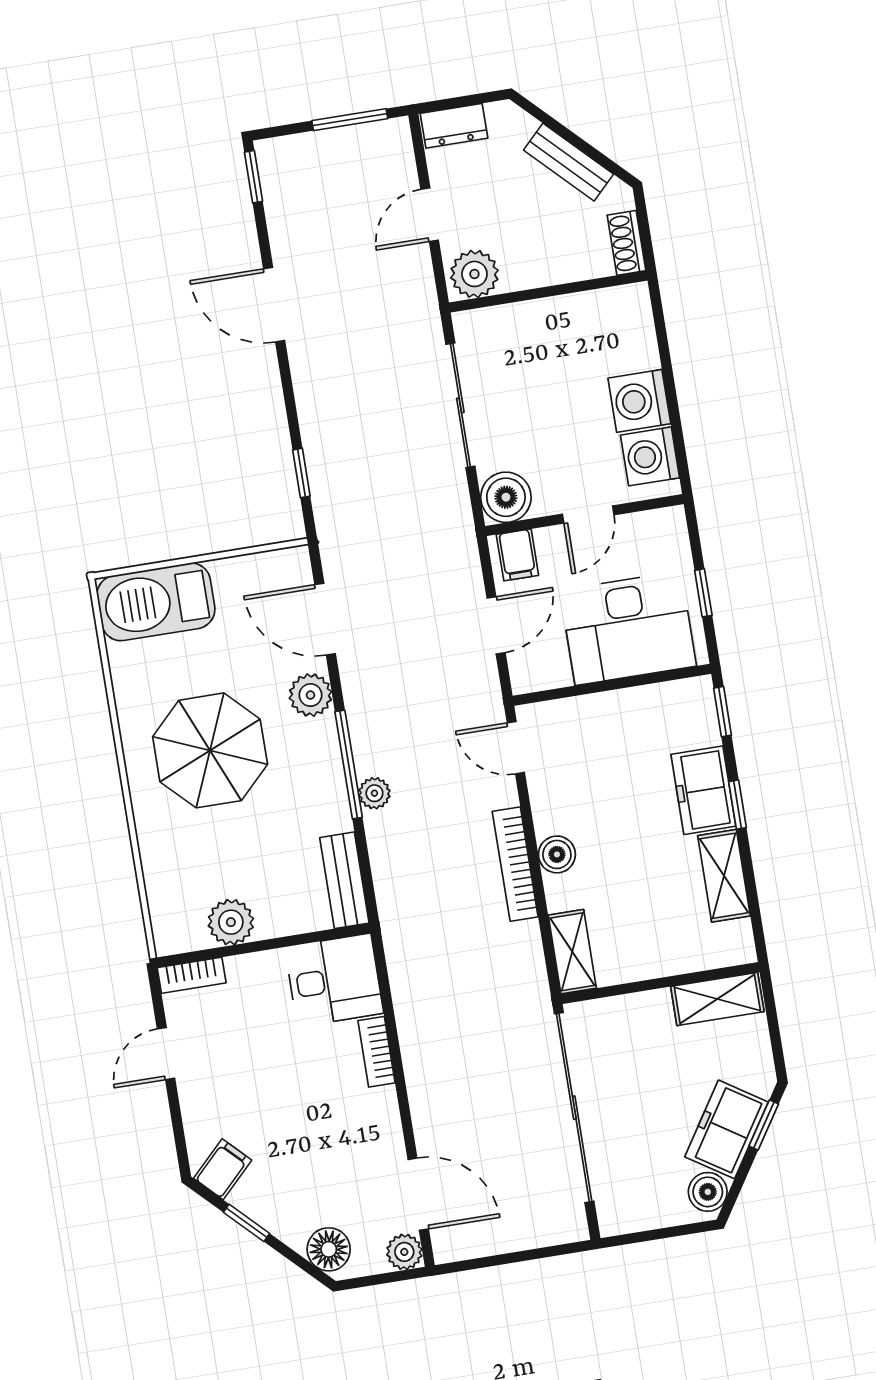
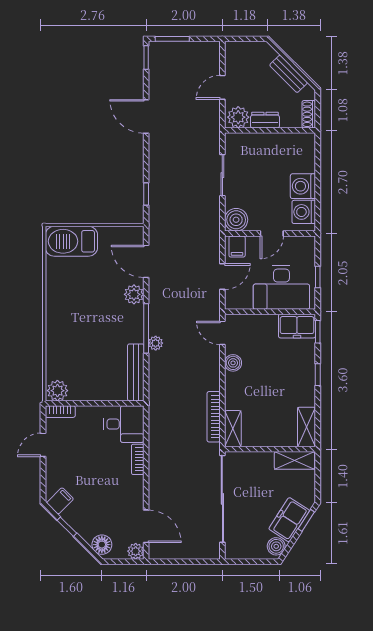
window: (350, 120) -> (172, 39), moved
dresser: (454, 126) -> (265, 120), moved, turned 180
sliding door: (460, 405) -> (222, 175), width x0.73
parasol: (210, 750) -> (85, 312), removed
freezer: (703, 790) -> (297, 326), moved, turned -90
boiler: (557, 854) -> (233, 363), moved
bookcase: (515, 864) -> (214, 417), moved
shelving: (724, 876) -> (307, 427), moved
bench: (344, 880) -> (136, 372), width x1.36
plant: (231, 922) -> (57, 391), moved

